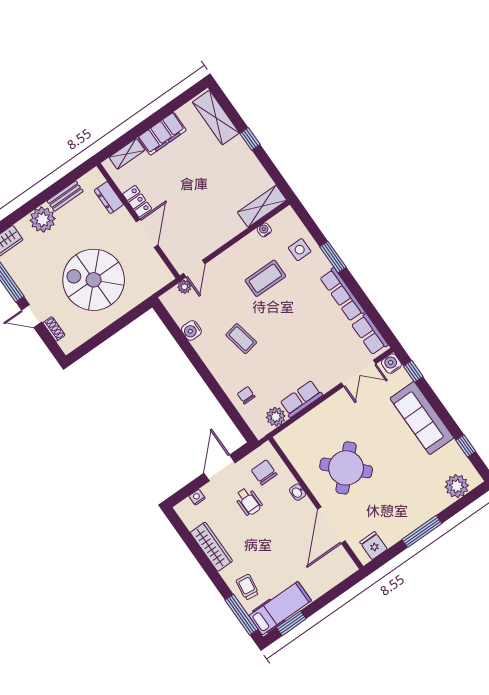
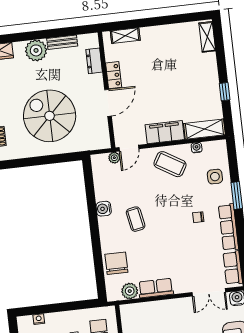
shelving: (216, 118) -> (207, 37), width x0.67, depth x0.75
filing cabinet: (162, 134) -> (165, 132), moved, turned 180
window: (250, 139) -> (225, 92), moved
coffee table: (265, 278) -> (170, 164), moved, turned 31
chair: (305, 301) -> (198, 217), added
water cooler: (191, 330) -> (104, 209), moved
chair: (246, 395) -> (116, 263), width x1.87, depth x1.87
door: (220, 468) -> (67, 306), removed

